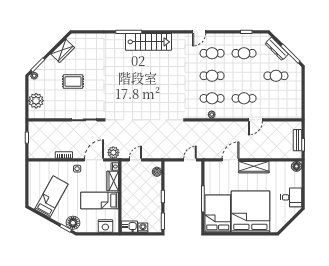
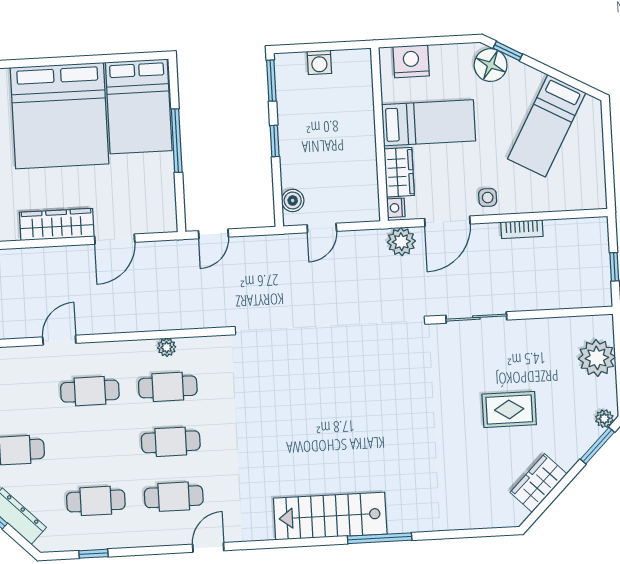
door: (135, 160) -> (322, 228), moved
kitchen sink: (129, 227) -> (352, 63), removed

